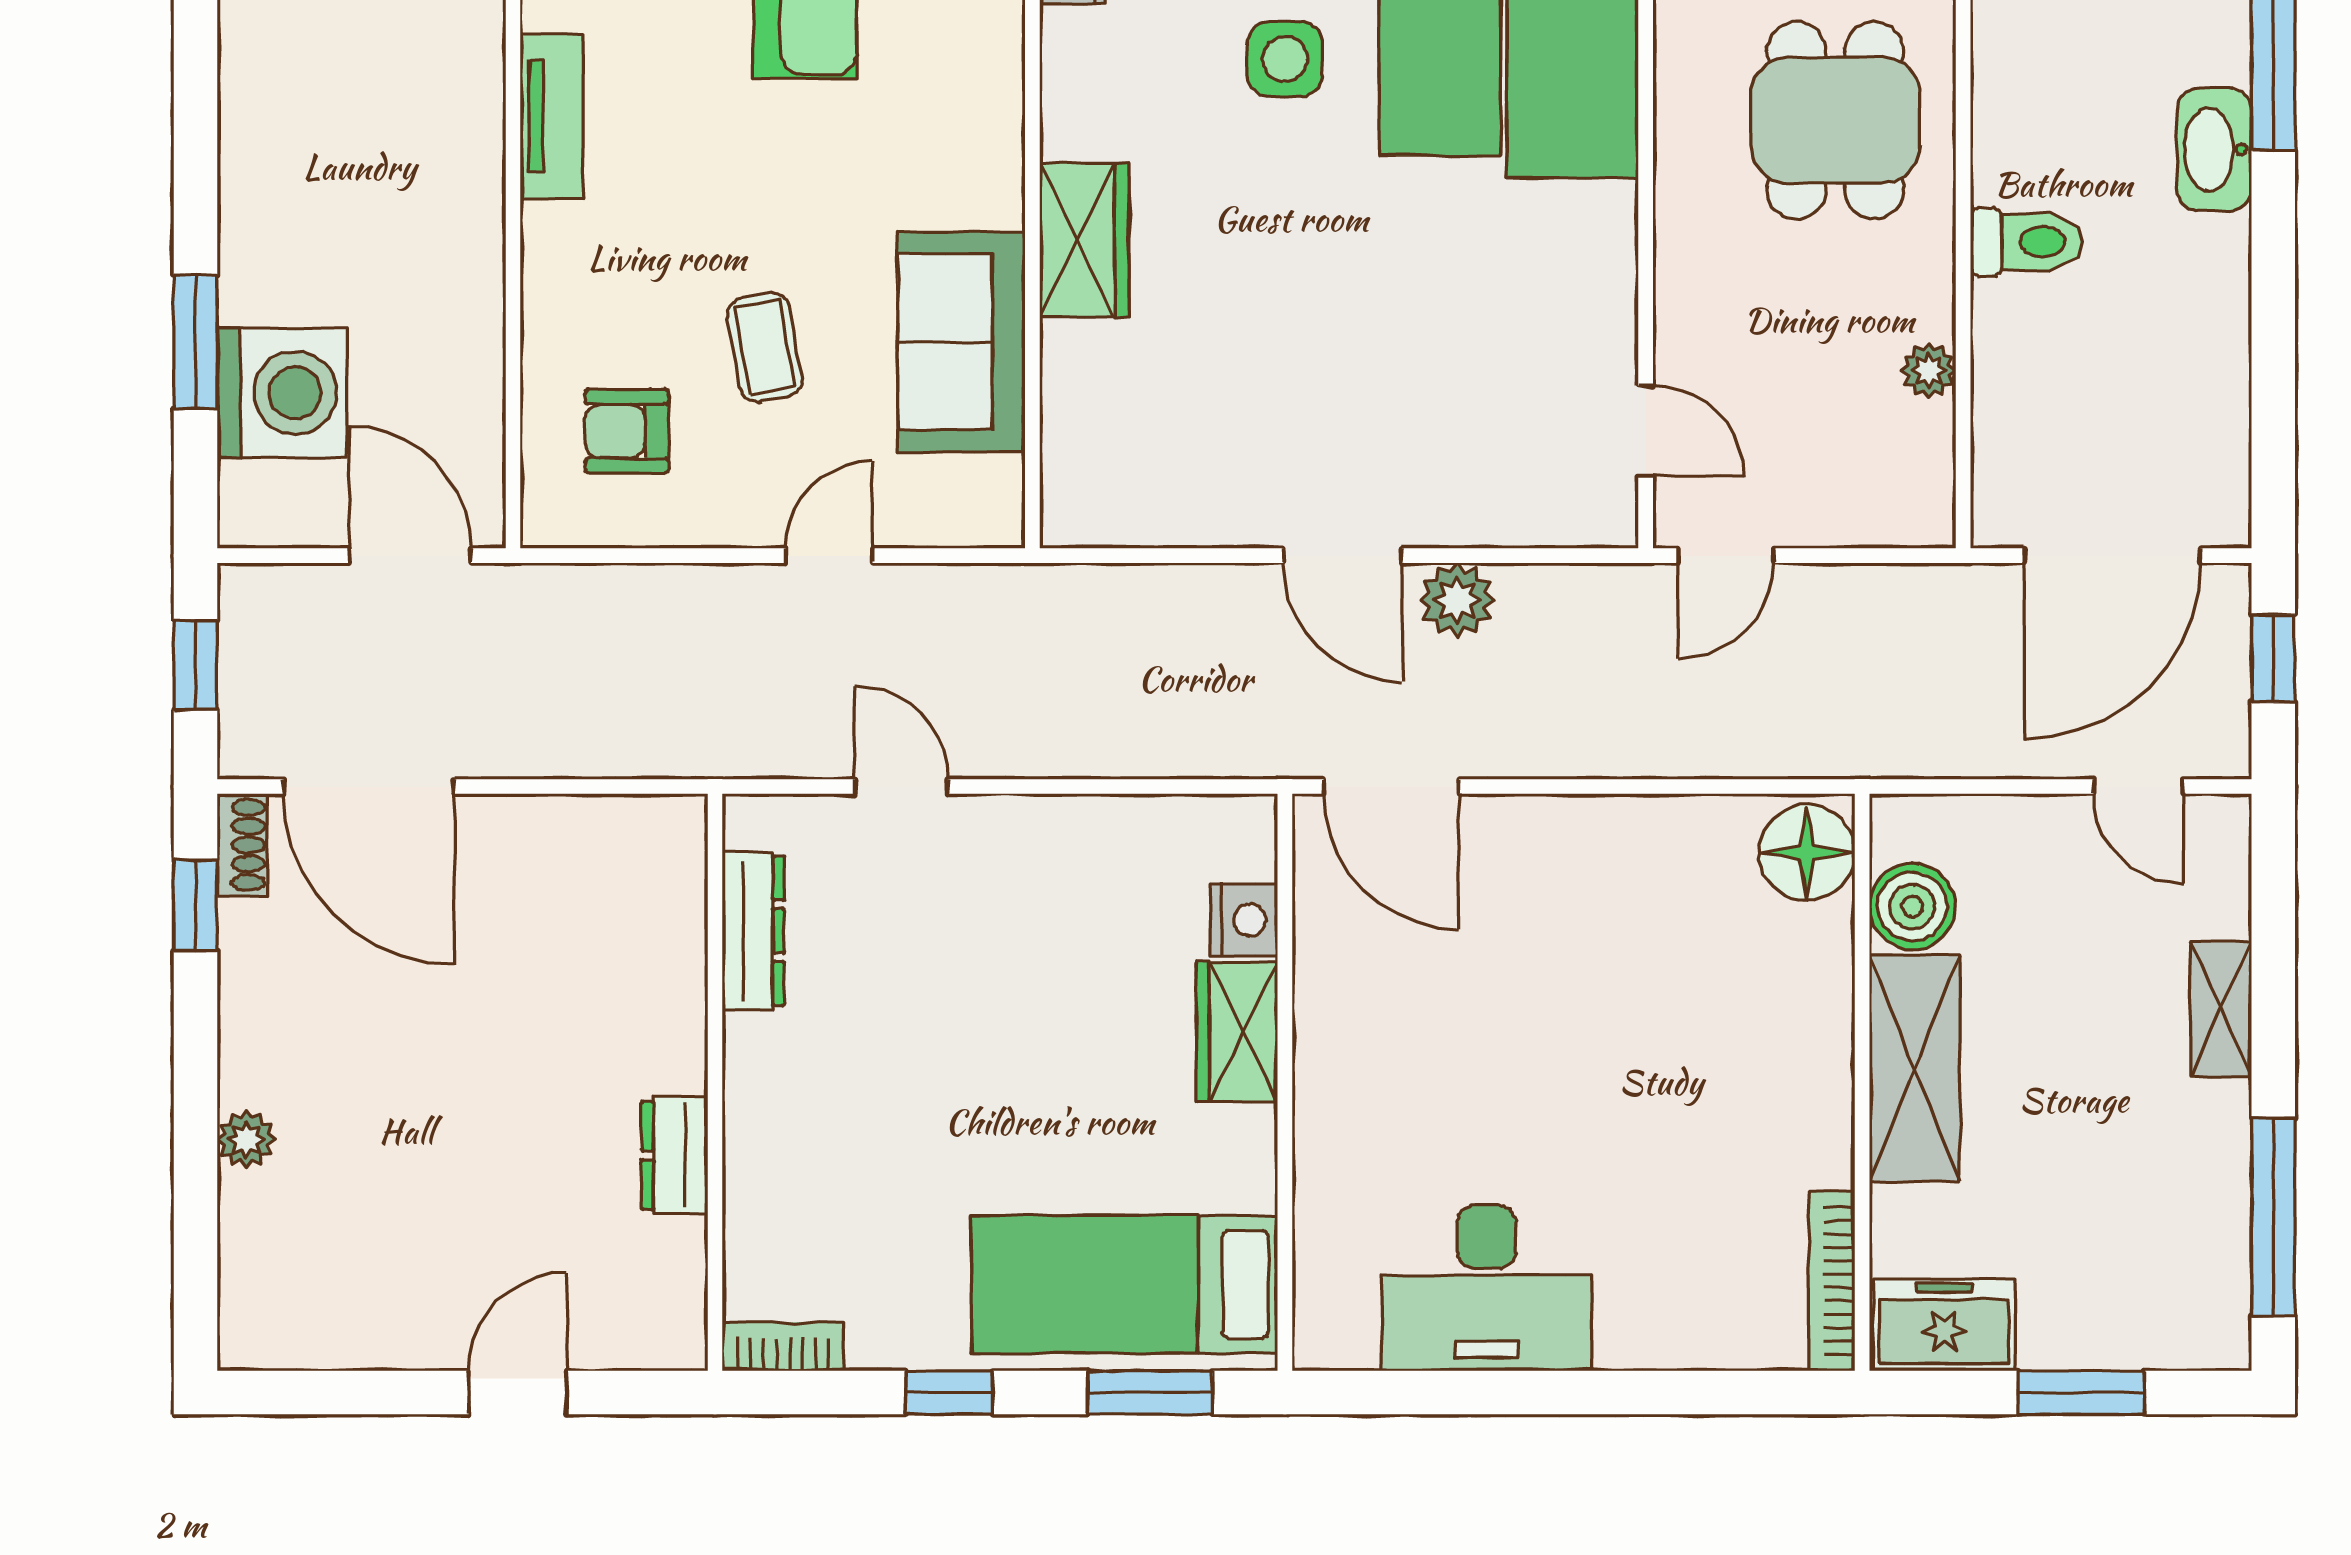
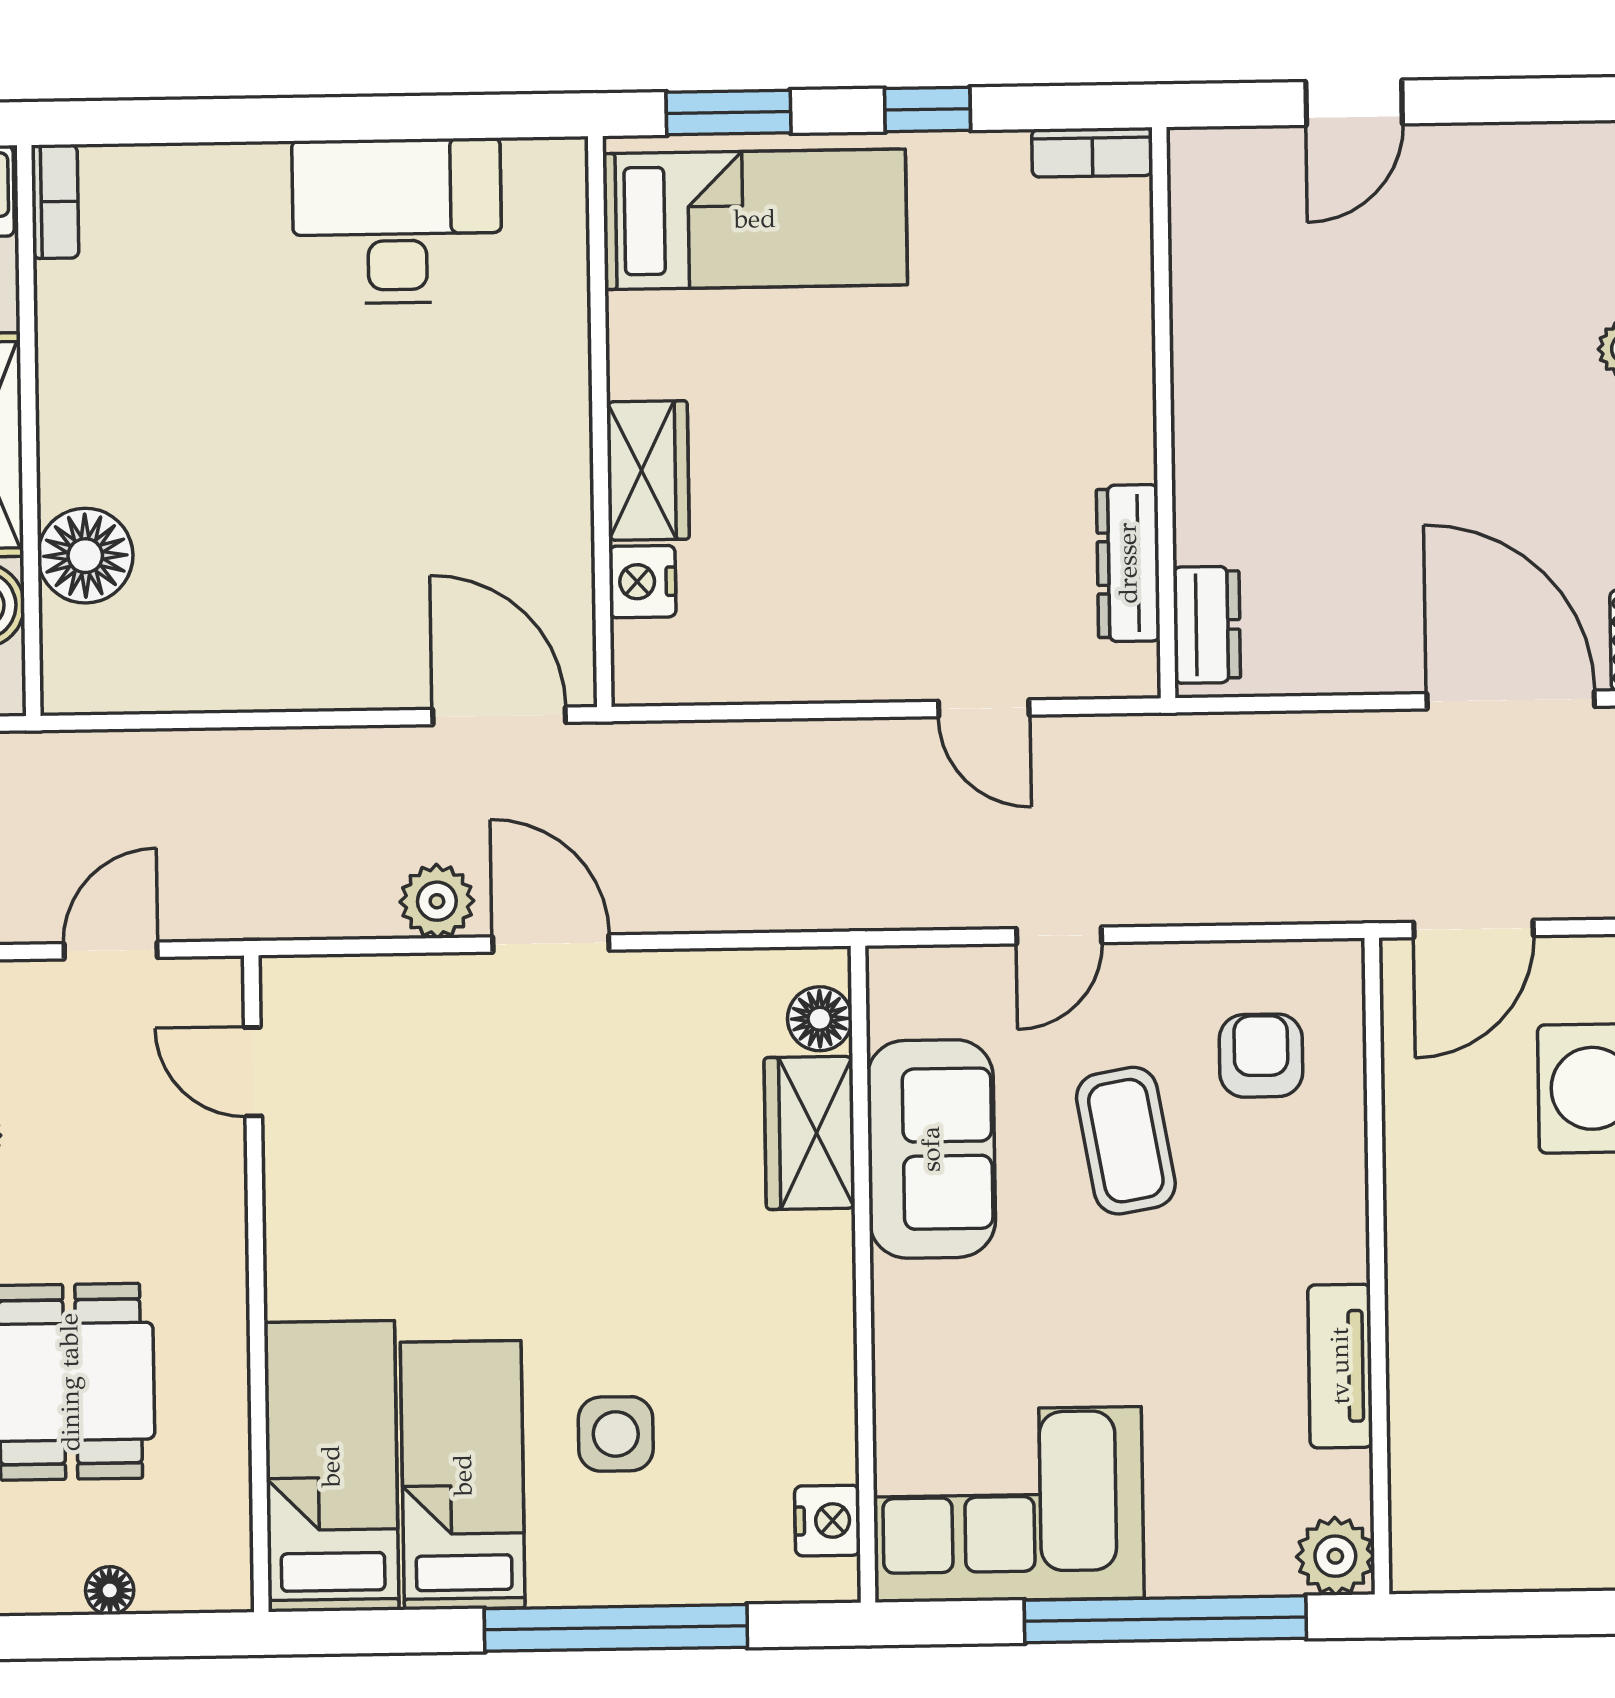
wardrobe: (1084, 240) -> (809, 1133), moved
coffee table: (765, 347) -> (1126, 1141), width x1.36, depth x1.30
armchair: (627, 431) -> (1261, 1056), turned -90
floor lamp: (1072, 475) -> (820, 1019), added
door: (410, 556) -> (1473, 929), hinge flipped
door: (1726, 556) -> (111, 950), moved
floor lamp: (1807, 852) -> (85, 556), moved
dresser: (675, 1155) -> (1207, 625), moved
bookcase: (1832, 1281) -> (55, 201), width x0.64

